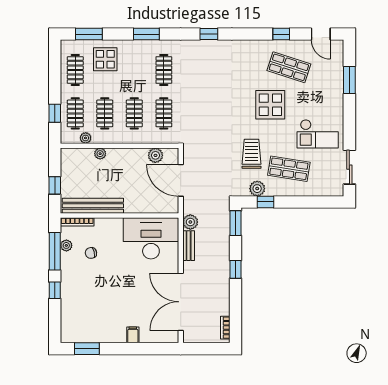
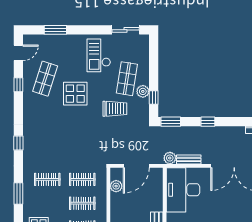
checkout: (318, 134) -> (99, 55), turned 180
trolley: (251, 154) -> (115, 109), turned 180
plant: (257, 189) -> (143, 91), moved

